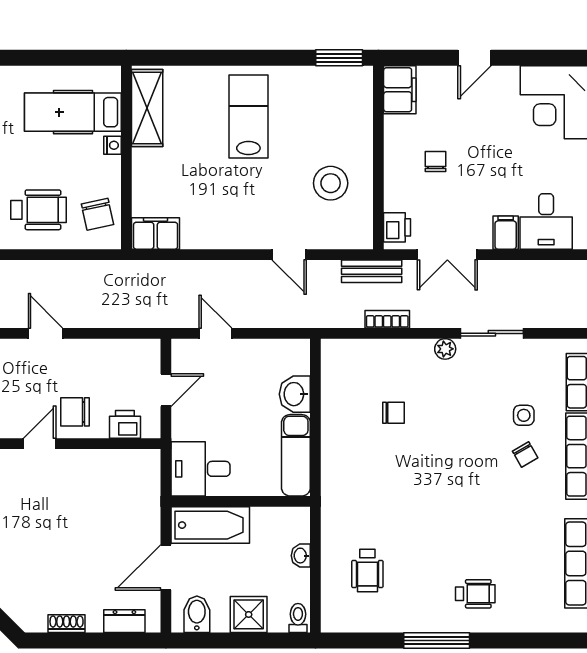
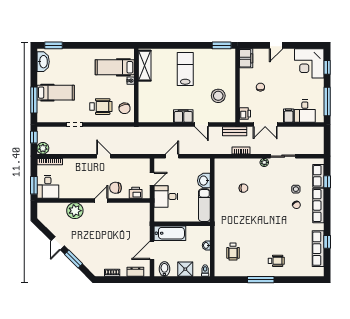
filing cabinet: (156, 233) -> (183, 116), moved
door: (215, 333) -> (172, 156), hinge flipped
desk: (201, 469) -> (166, 196), moved

